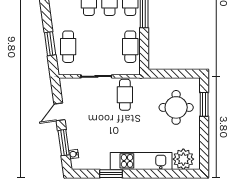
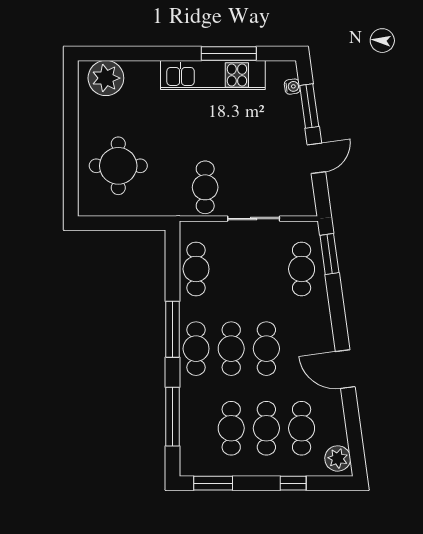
window: (50, 44) -> (329, 254), moved
window: (204, 104) -> (71, 171), removed
kitchen unit: (141, 161) -> (213, 75), moved
window: (111, 174) -> (229, 53), width x1.44

